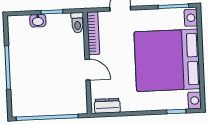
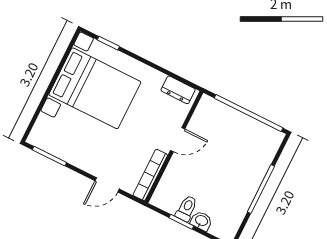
toilet: (77, 23) -> (187, 208), moved
bed with nightstands: (167, 60) -> (95, 88), width x0.73
door: (88, 70) -> (178, 140), swing flipped

